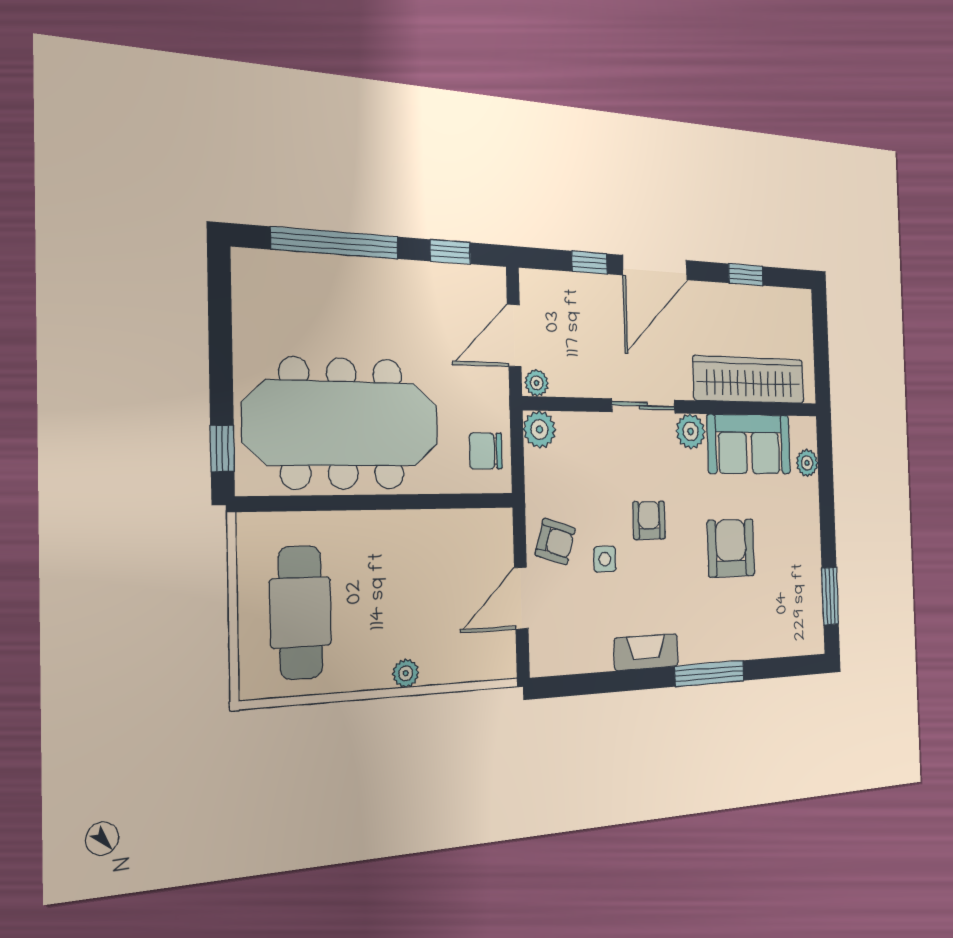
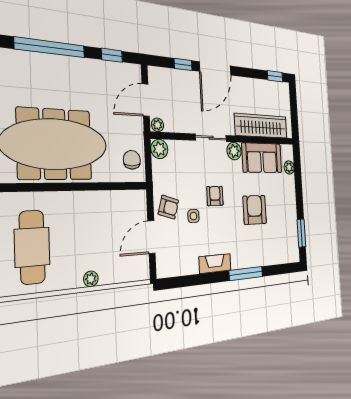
window: (746, 275) -> (275, 76), moved
chair: (486, 451) -> (132, 160), turned 90

